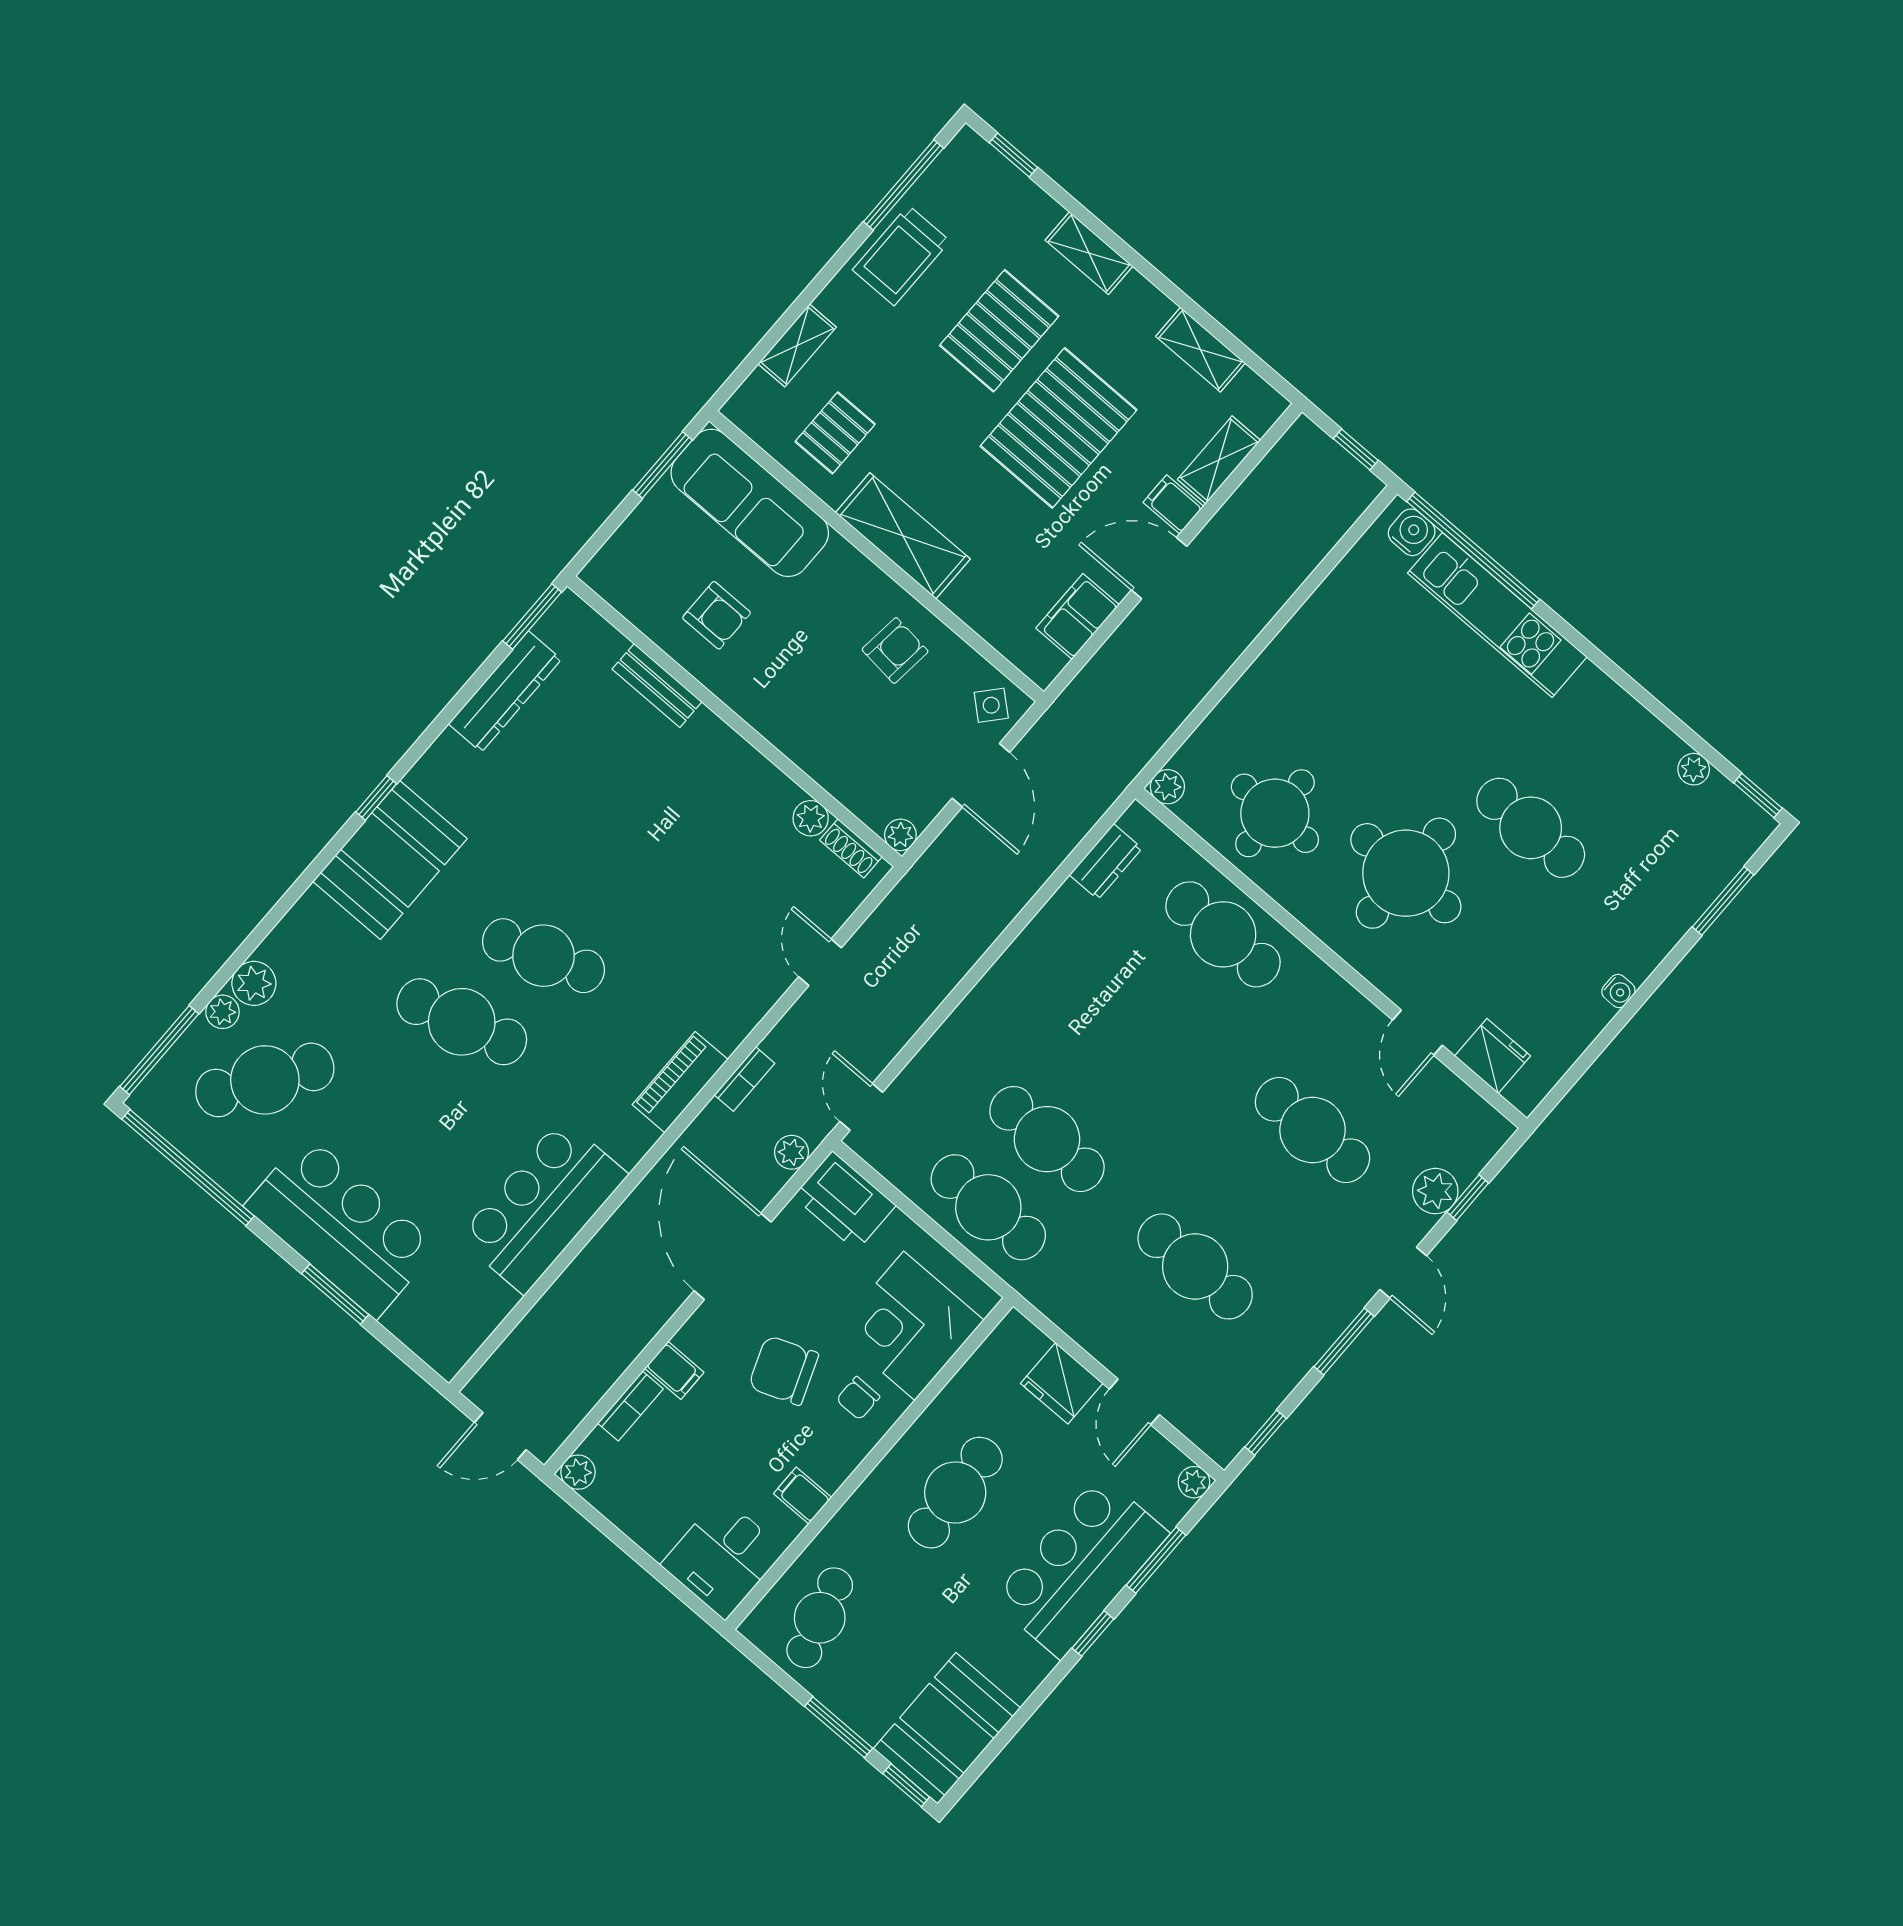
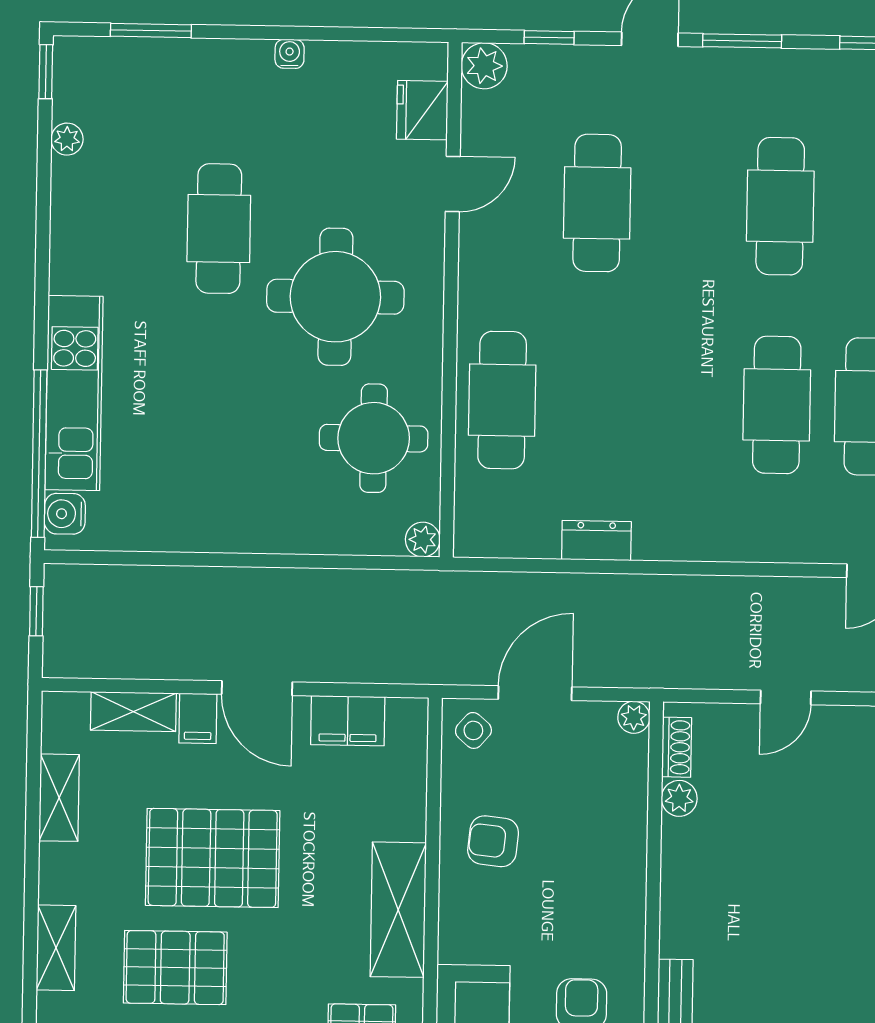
dresser: (1106, 862) -> (596, 541), moved
plant: (1435, 1191) -> (484, 66), moved

